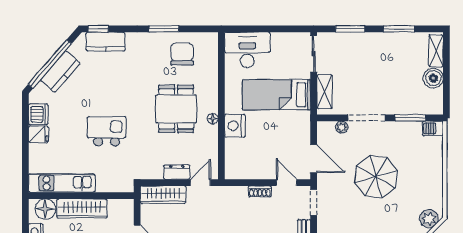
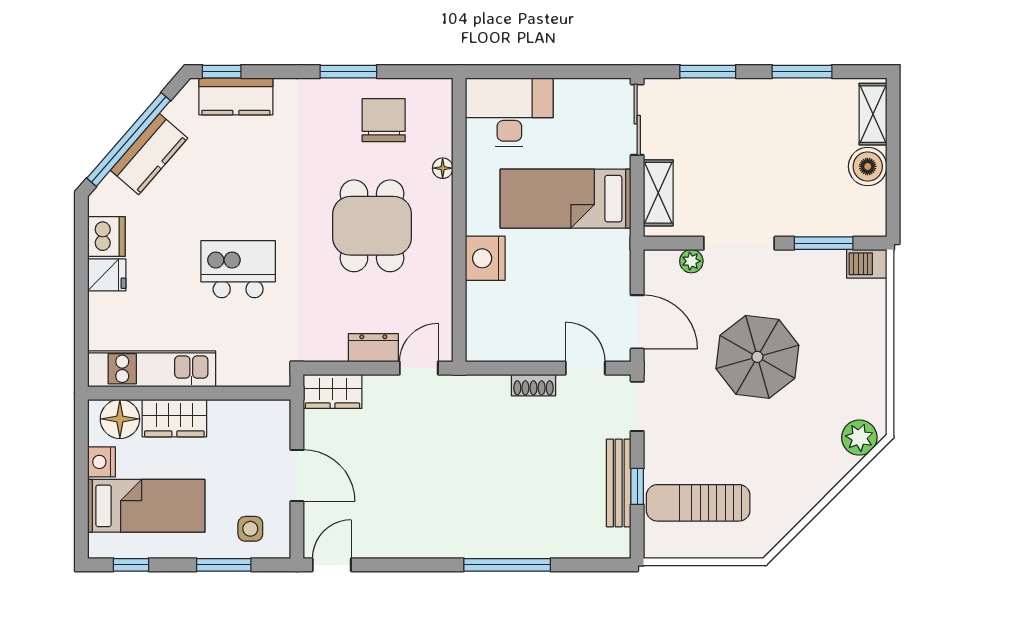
floor lamp: (213, 119) -> (443, 168), moved
wardrobe: (163, 195) -> (333, 391), width x0.67
wardrobe: (82, 209) -> (174, 418), width x0.67

